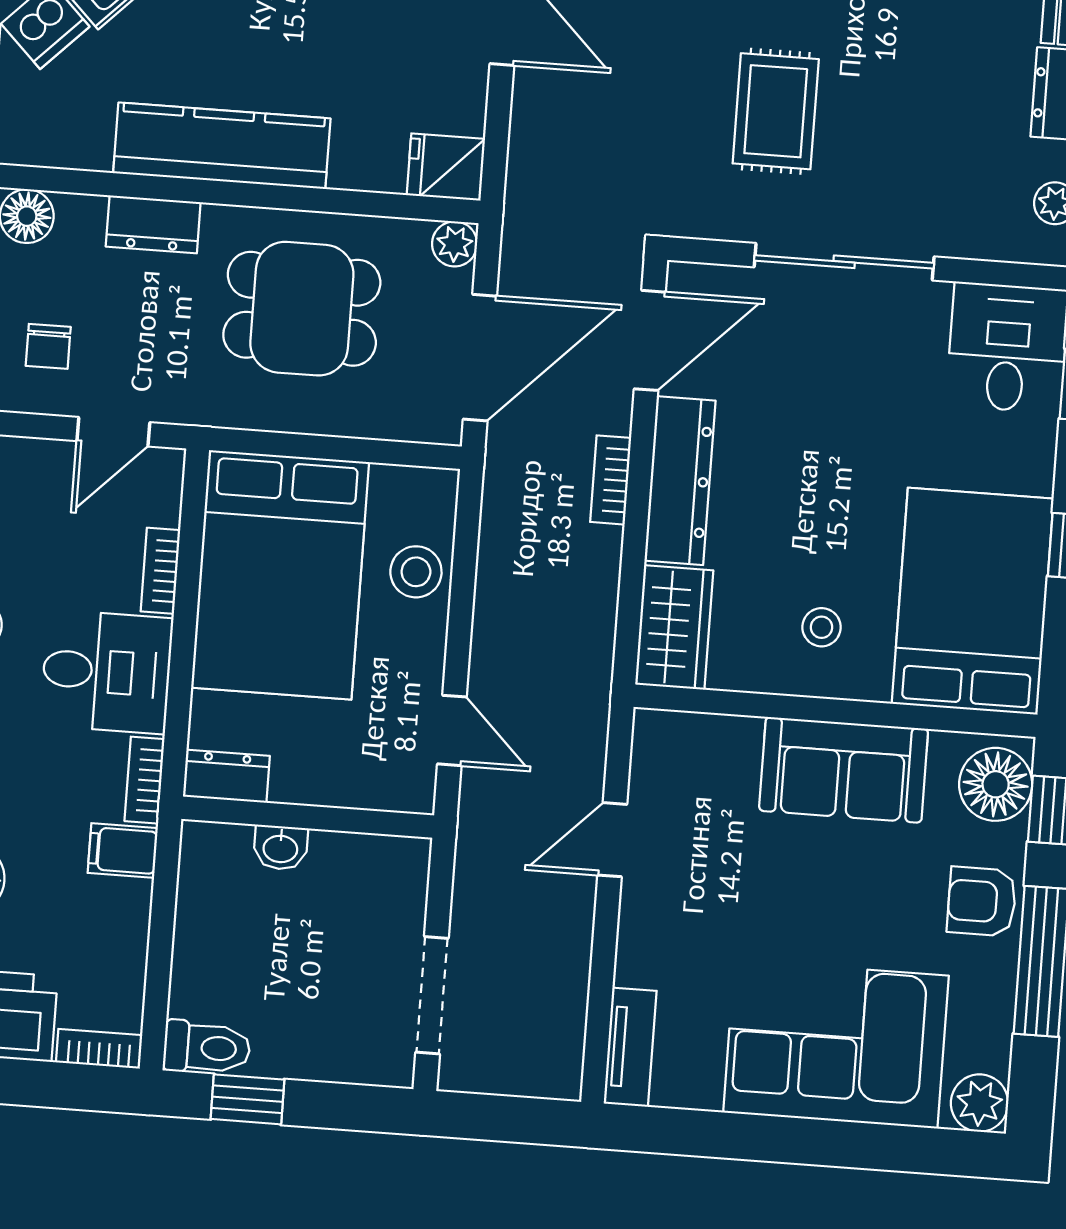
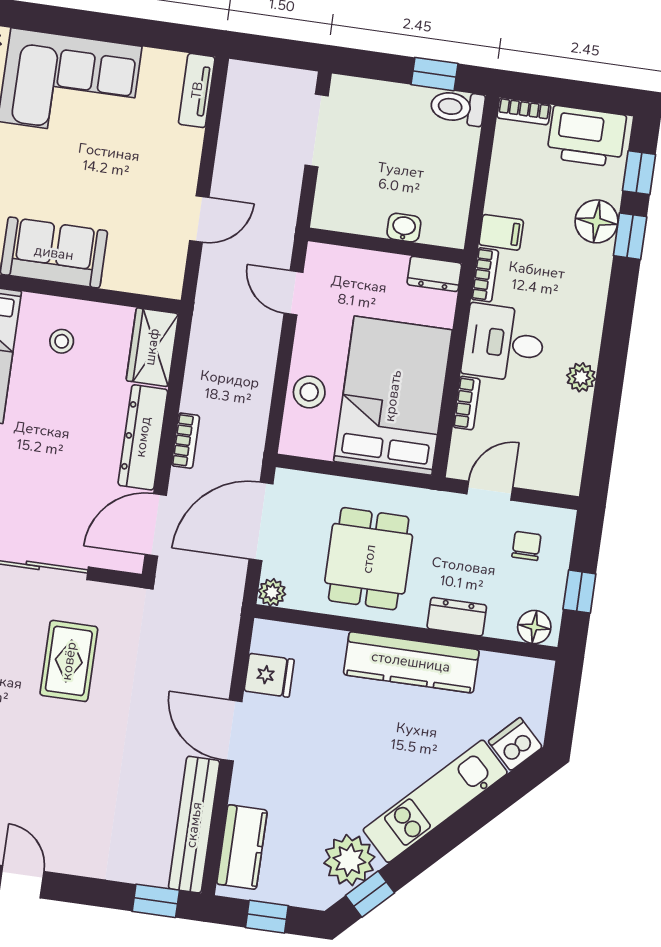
fridge: (446, 167) -> (269, 675), moved
dining table: (302, 309) -> (369, 559), turned 90

